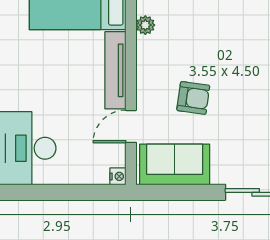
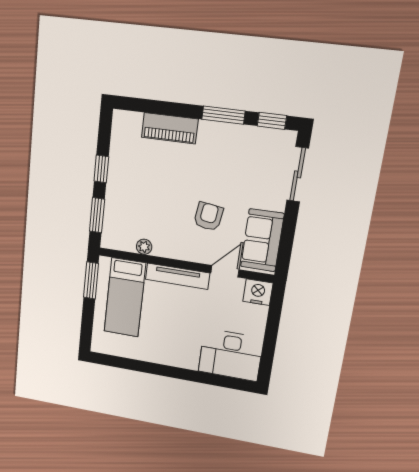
door: (131, 126) -> (225, 271), swing flipped
nightstand: (118, 176) -> (258, 292), width x1.89, depth x1.79

